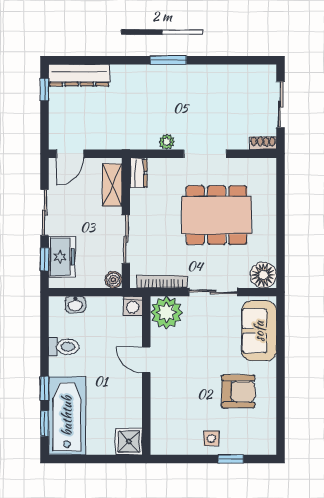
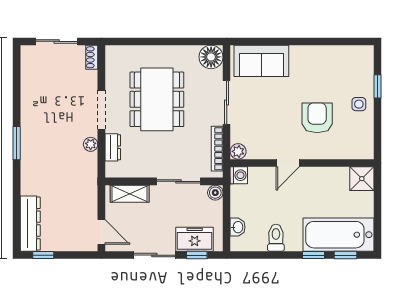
dresser: (138, 173) -> (113, 147), moved, turned 90
plant: (167, 312) -> (238, 151), width x0.53, depth x0.53
armchair: (238, 391) -> (317, 118), moved

